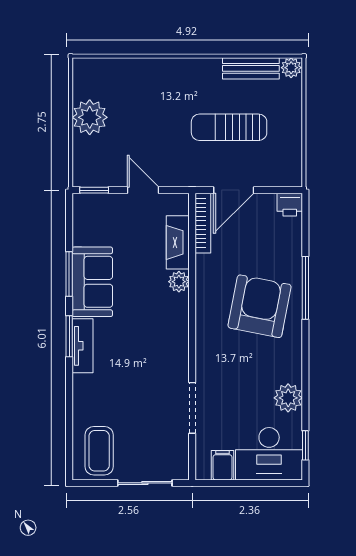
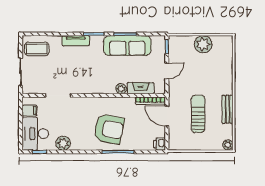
bench: (251, 68) -> (227, 109), moved
sofa: (92, 282) -> (127, 46), width x1.36
tv unit: (82, 346) -> (76, 41), moved

